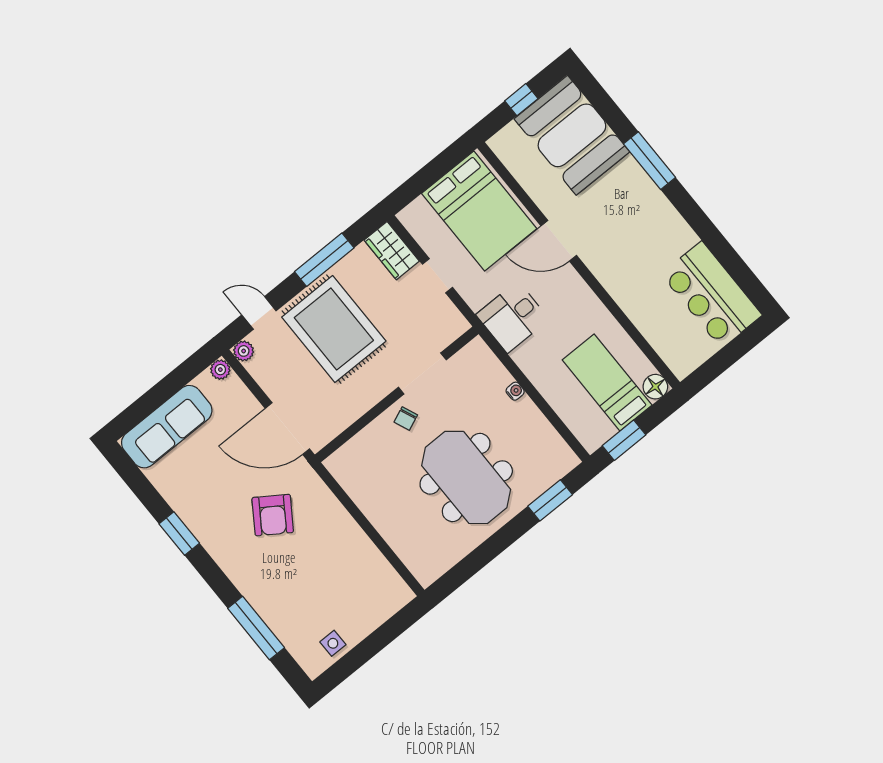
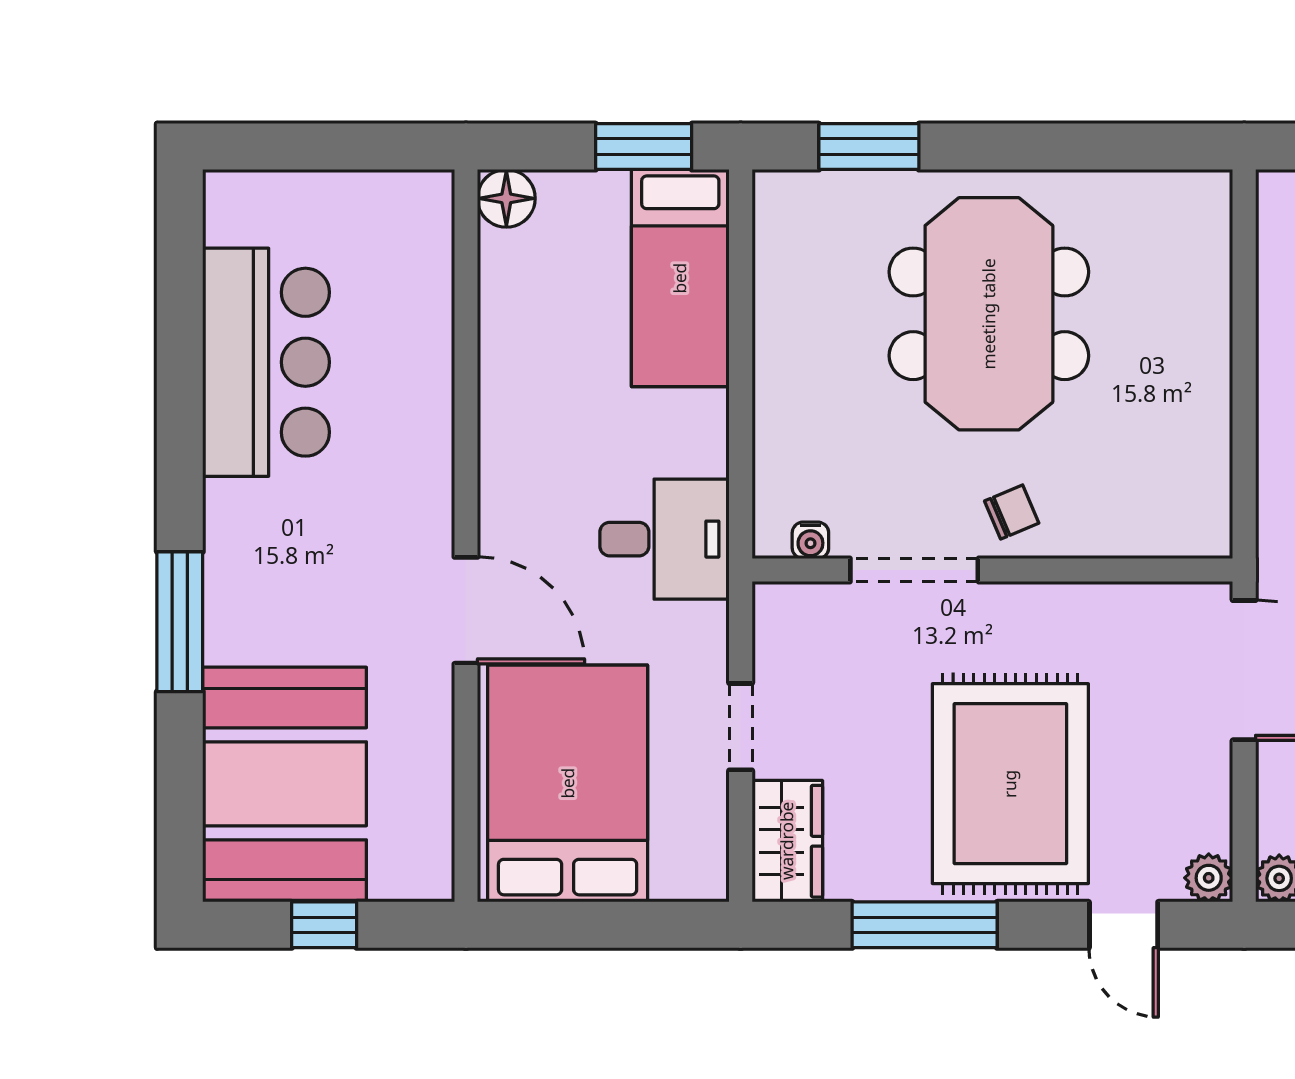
bar counter: (711, 295) -> (266, 362), moved
bed: (607, 382) -> (680, 278), moved
water cooler: (515, 391) -> (810, 540), moved, turned -90

